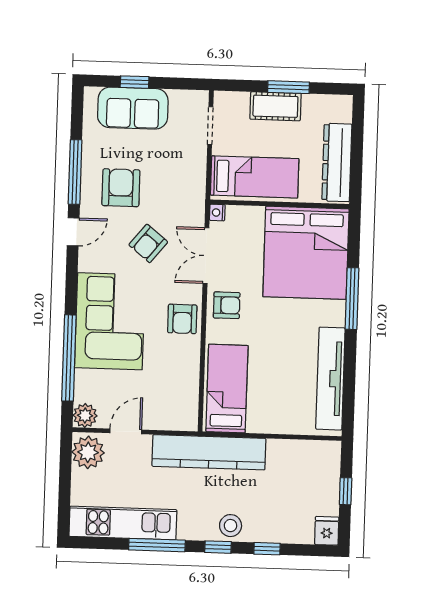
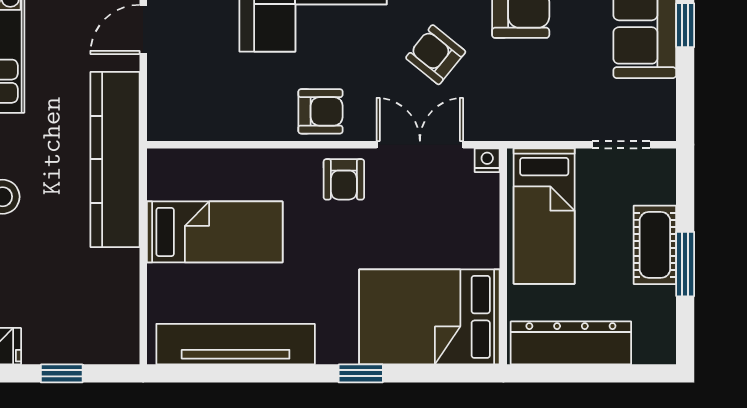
bed: (306, 253) -> (429, 317), width x0.73
window: (352, 299) -> (361, 373), width x0.46
armchair: (182, 319) -> (320, 111), turned 180
bed: (227, 389) -> (215, 232), moved
door: (126, 431) -> (143, 29), swing flipped

